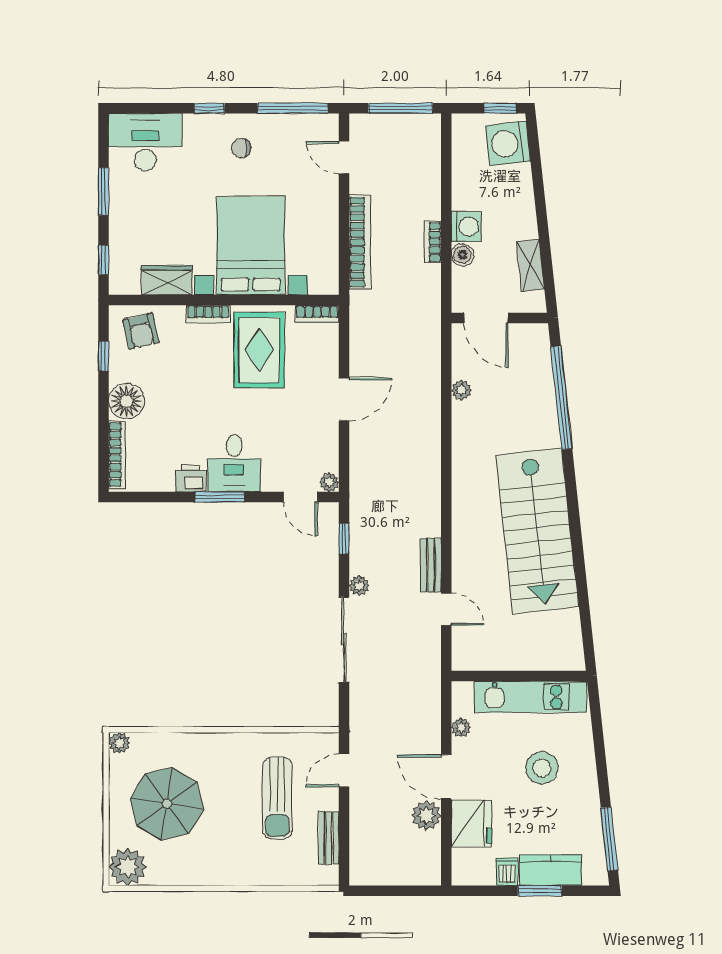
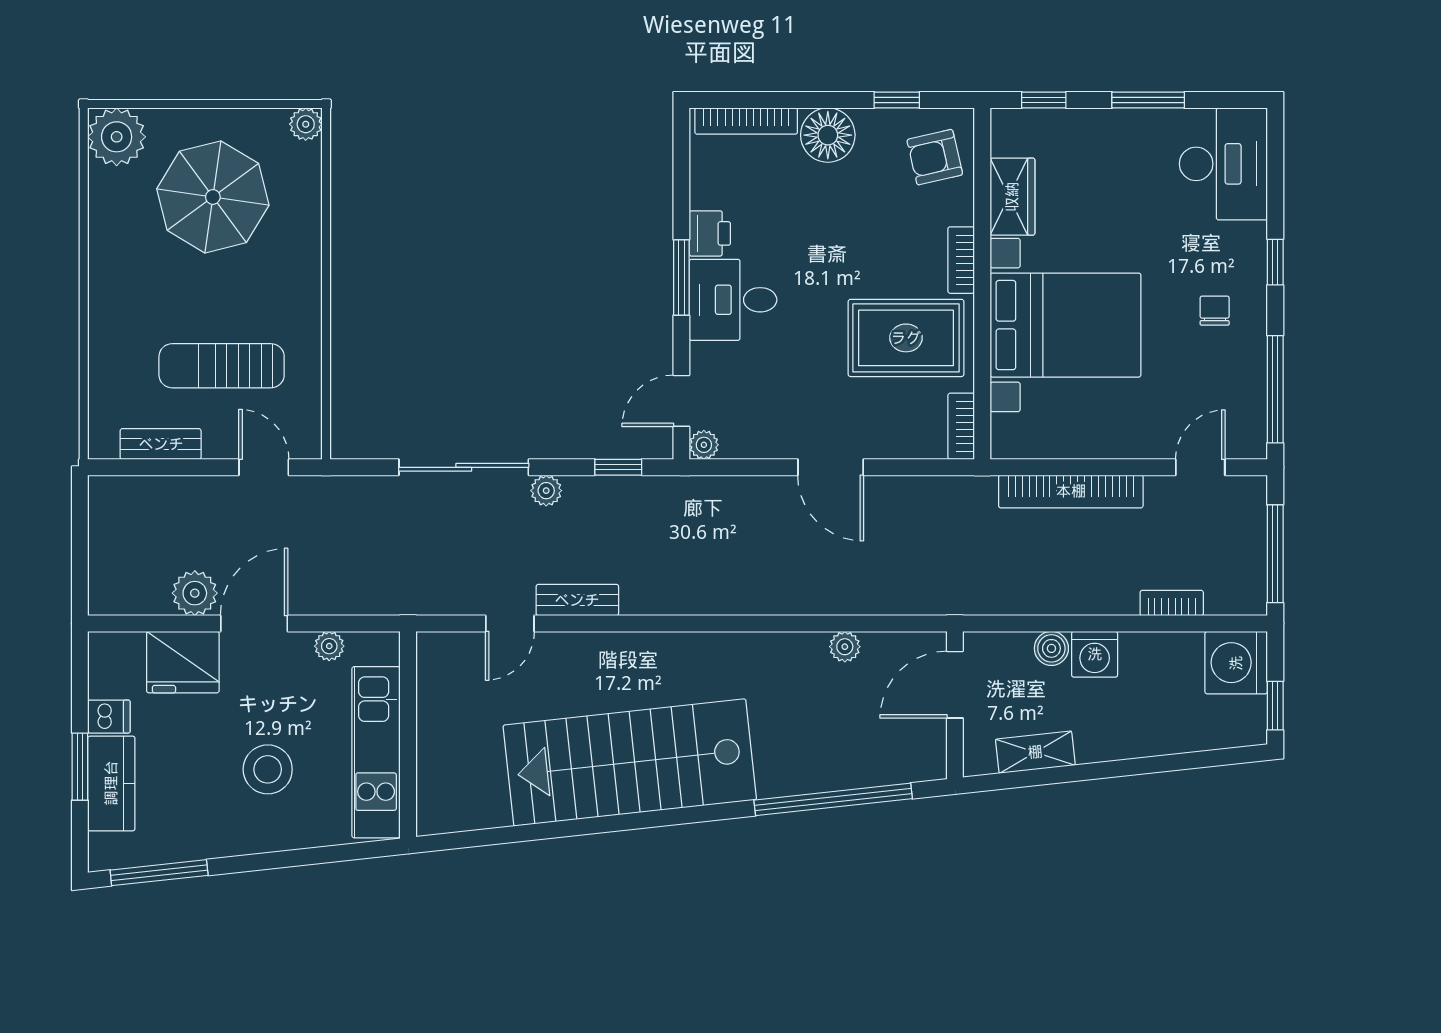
washing machine: (508, 144) -> (1236, 663), moved, turned -84
bookcase: (433, 242) -> (1172, 603), moved

